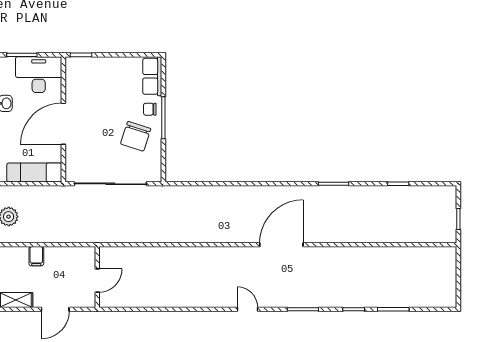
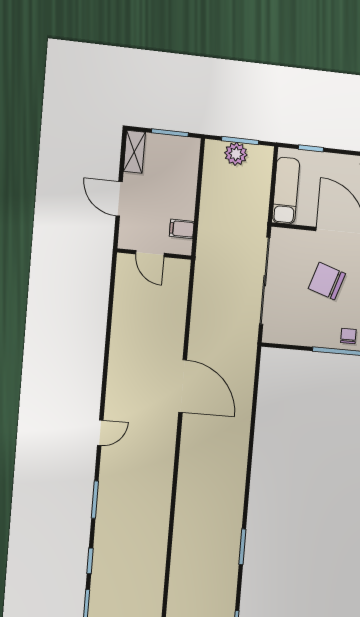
chair: (136, 136) -> (327, 281), moved
door: (281, 245) -> (183, 386), moved
filing cabinet: (36, 256) -> (182, 229), moved

